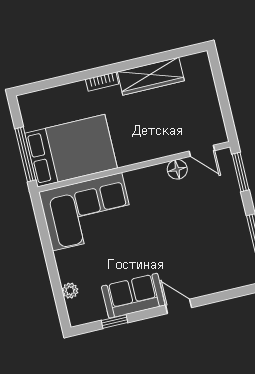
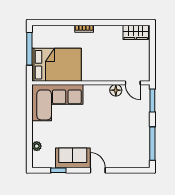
wardrobe: (151, 76) -> (136, 32), moved, width x0.67
window: (25, 154) -> (29, 49), moved

